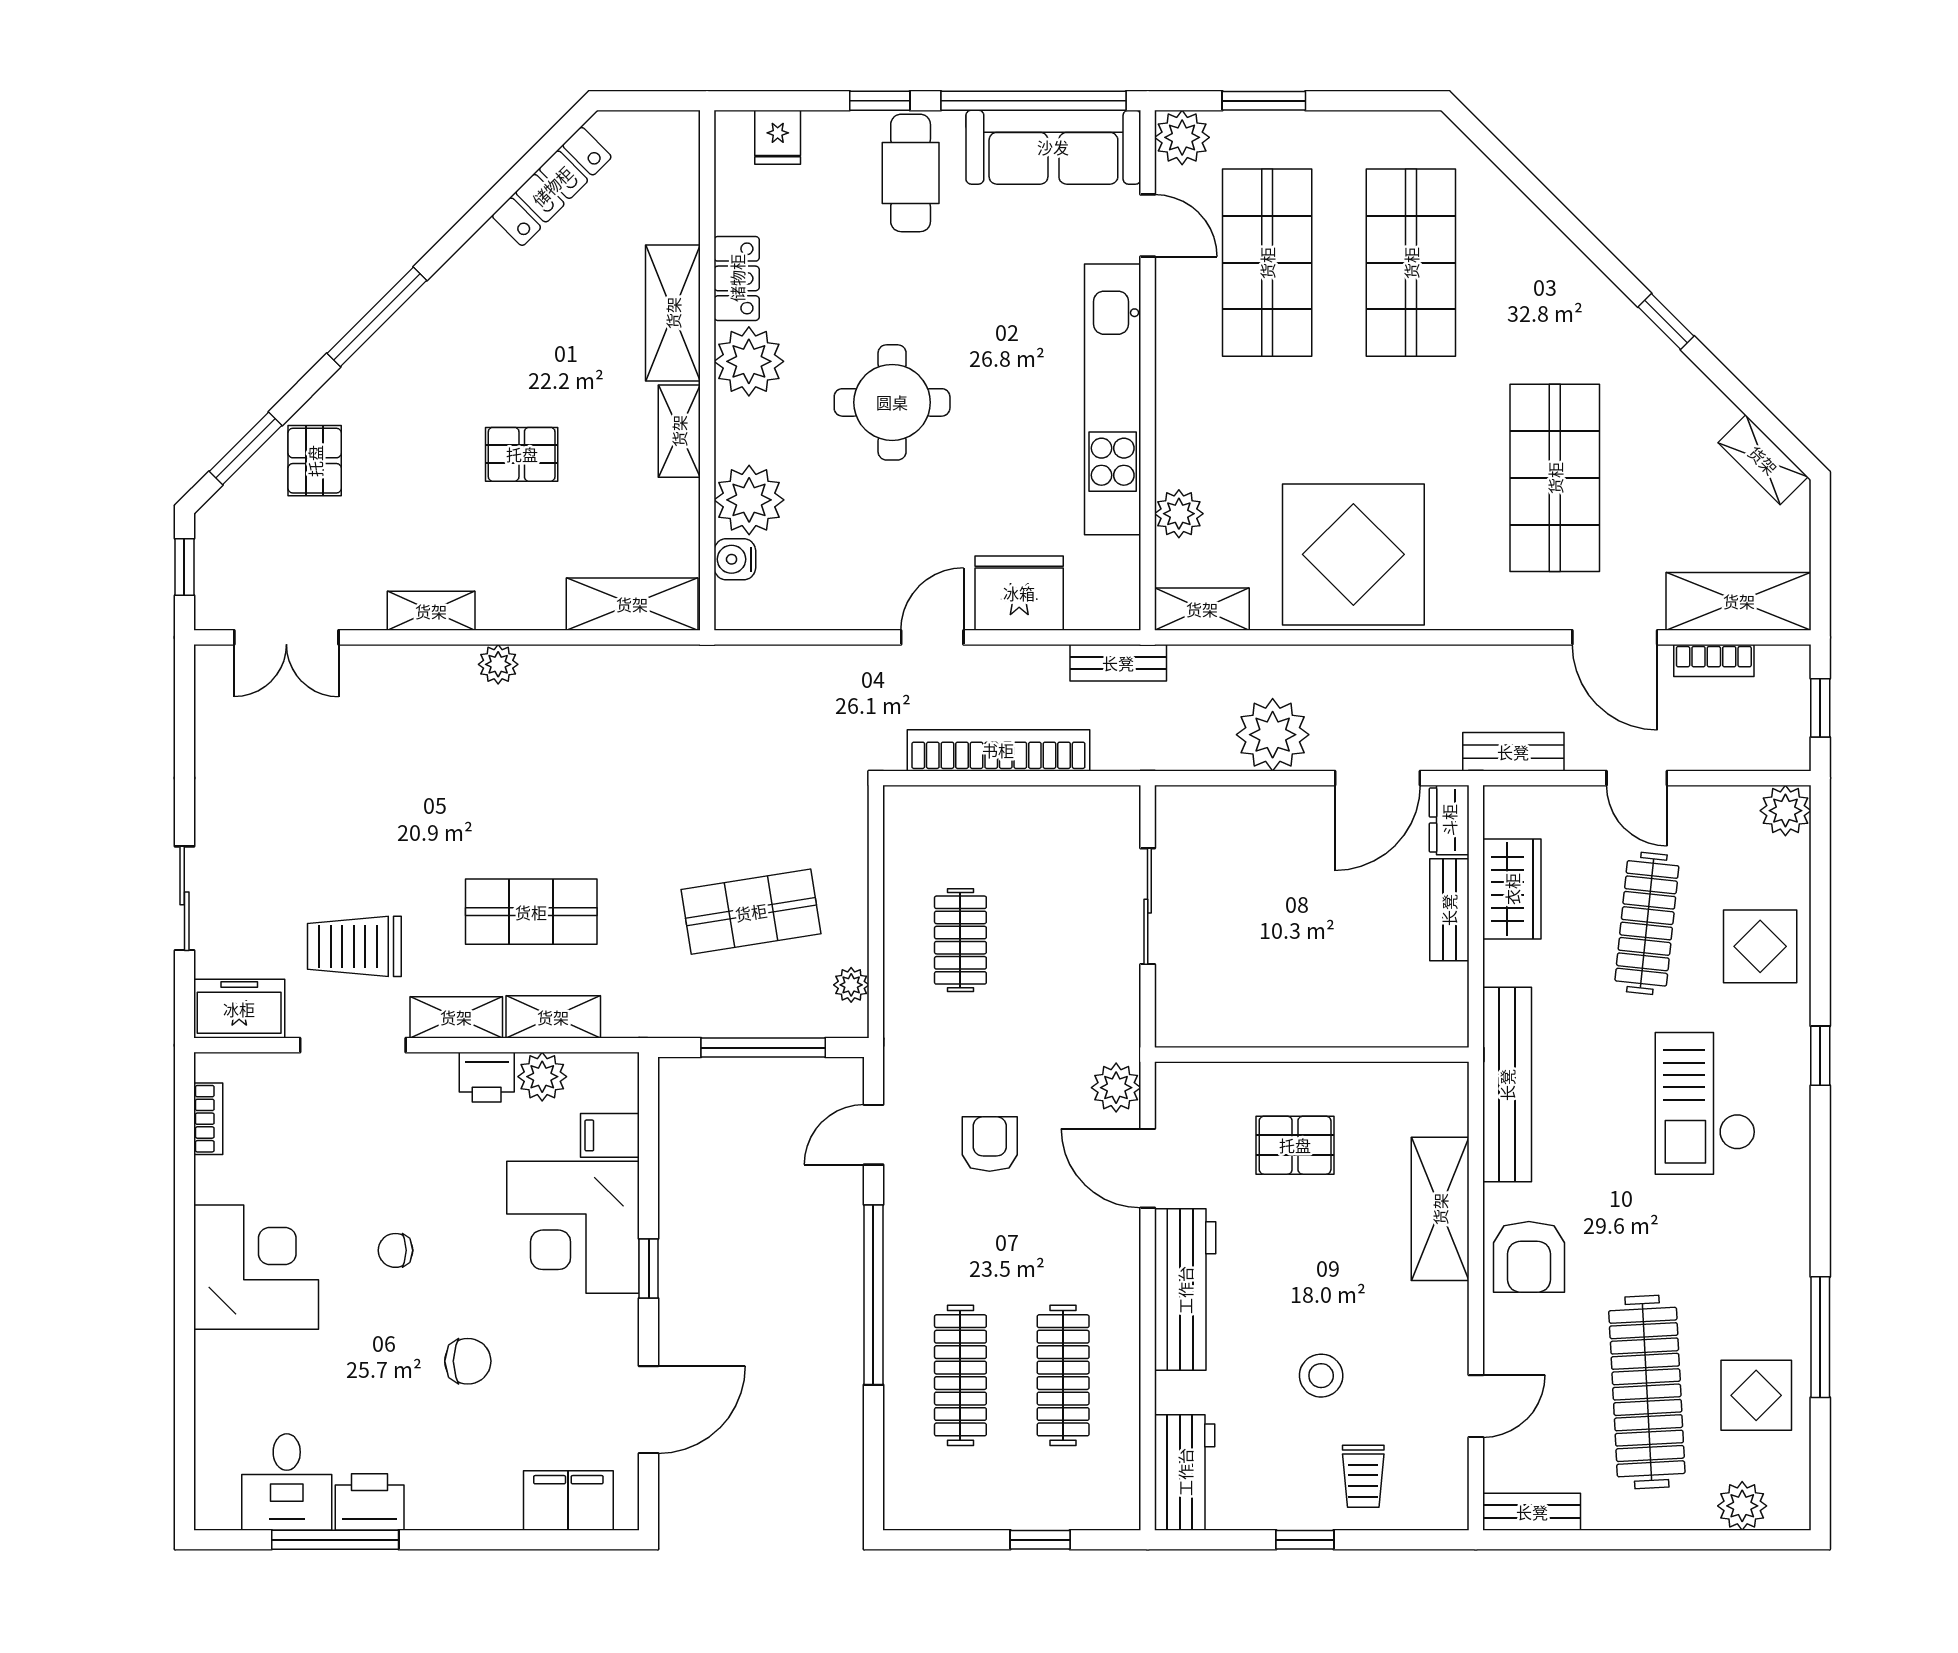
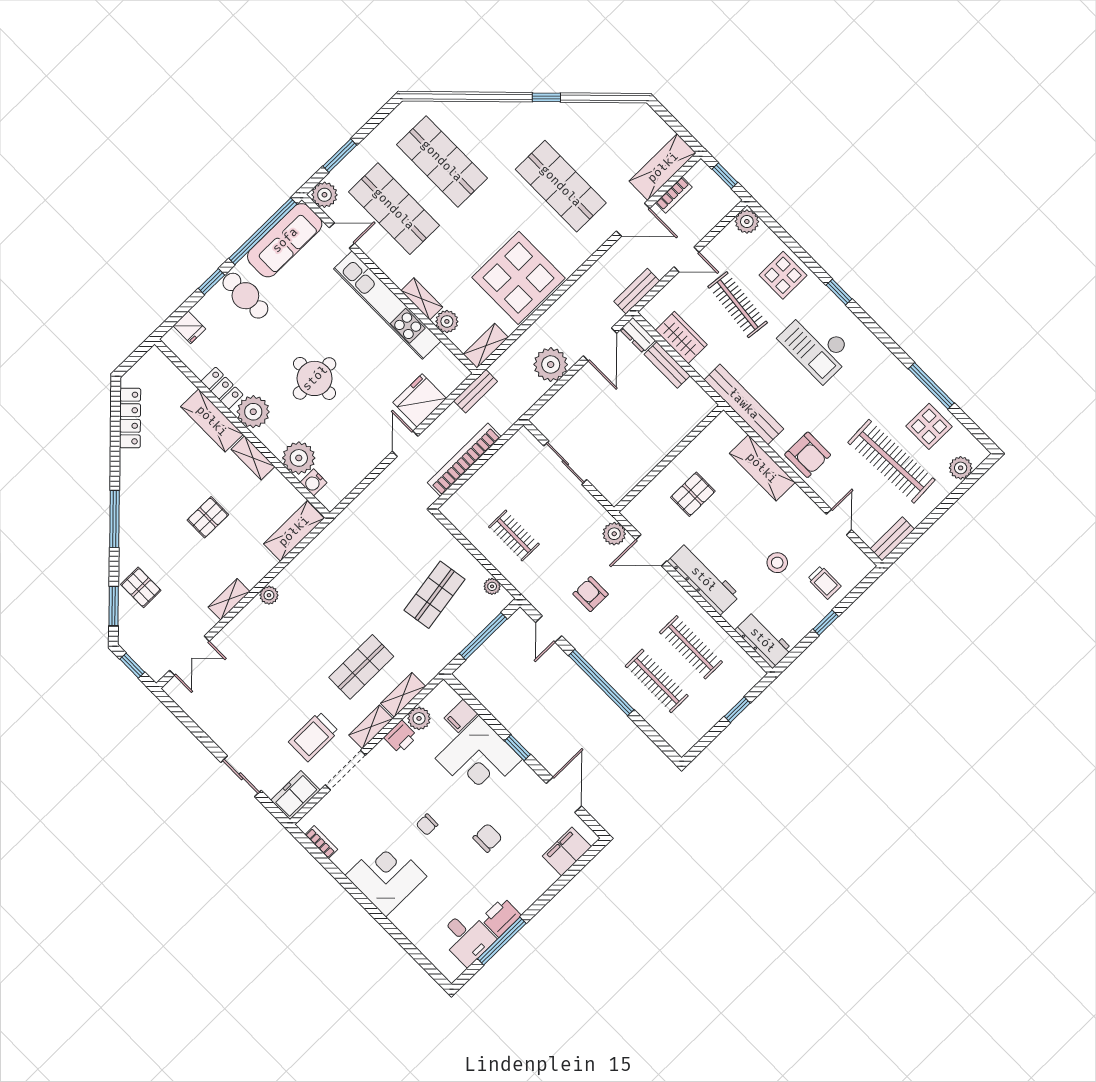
shelving: (1763, 460) -> (422, 299), moved, turned 45

